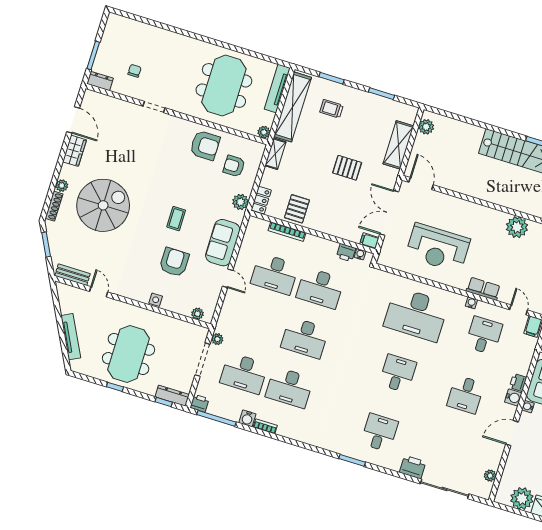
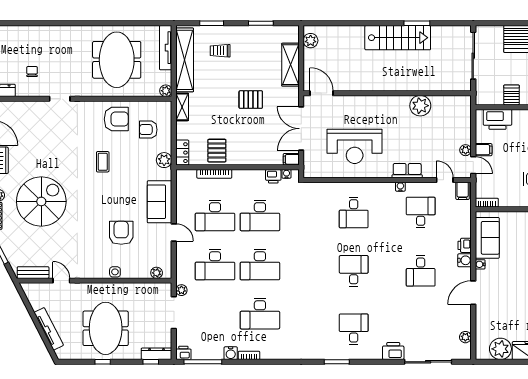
coffee table: (176, 219) -> (103, 162), moved
desk: (416, 314) -> (354, 212), width x0.53, depth x0.77
desk: (244, 373) -> (215, 265), moved

